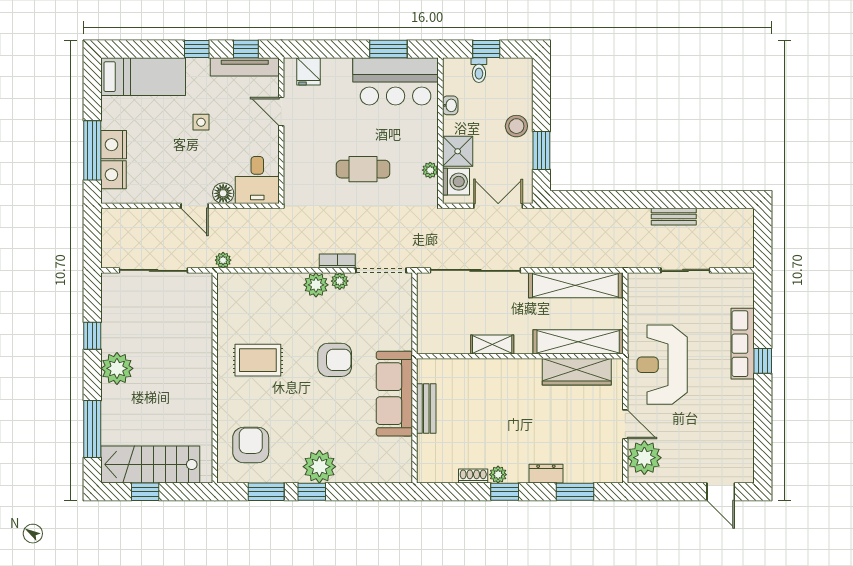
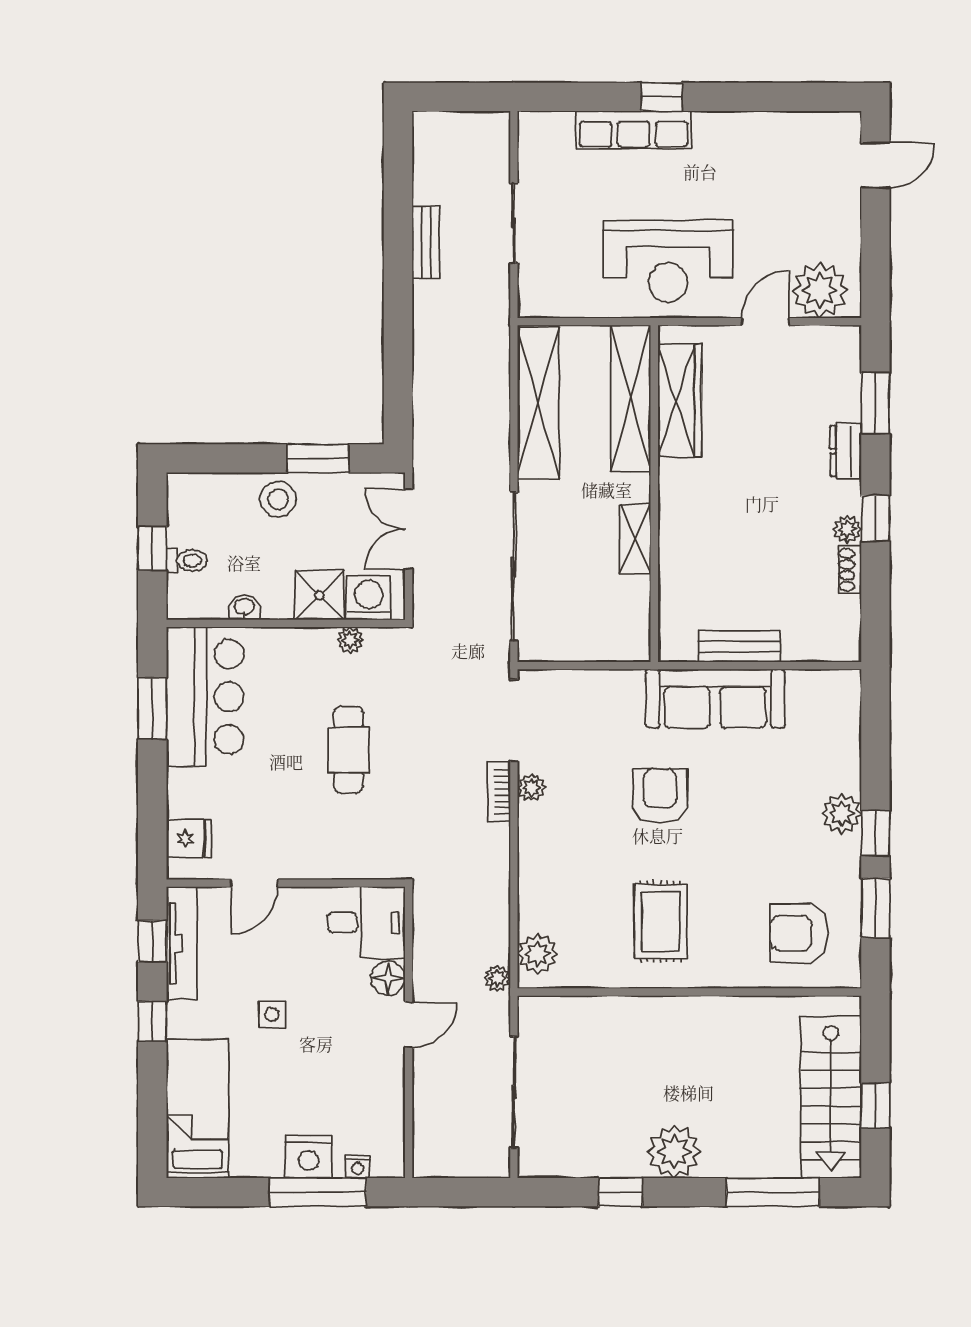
nightstand: (113, 175) -> (358, 1167), width x0.53, depth x0.56
plant: (316, 285) -> (537, 954), moved
plant: (319, 467) -> (842, 814), width x0.73, depth x0.73

